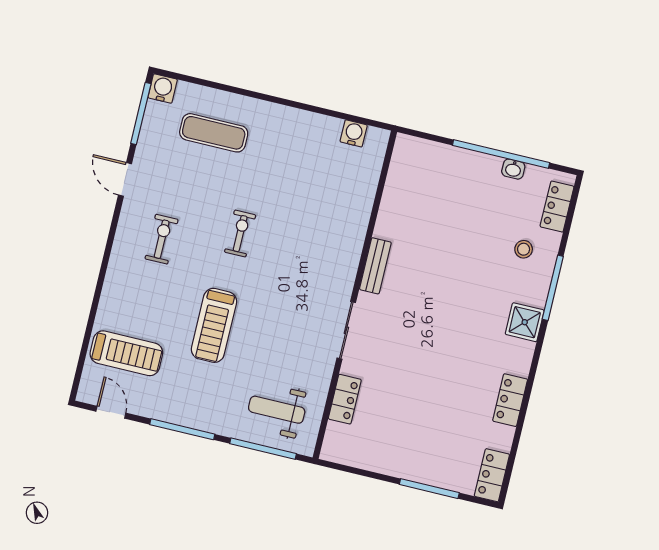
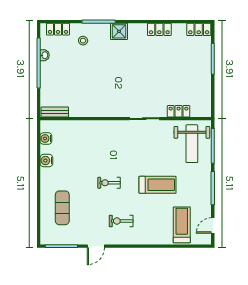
water cooler: (163, 89) -> (46, 161), moved
bench: (375, 266) -> (55, 112), moved
weight bench: (277, 410) -> (192, 144), width x1.36, depth x1.33

